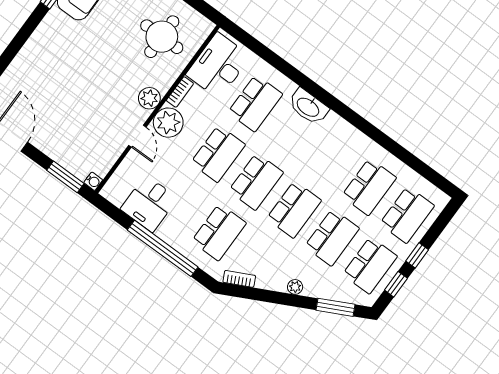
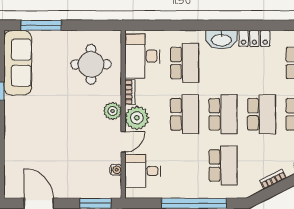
locker: (342, 129) -> (254, 38), added
door: (137, 136) -> (123, 142), hinge flipped
water cooler: (93, 181) -> (116, 170), moved
desk: (149, 204) -> (143, 171), moved, turned 90
bookcase: (239, 279) -> (273, 179), moved

